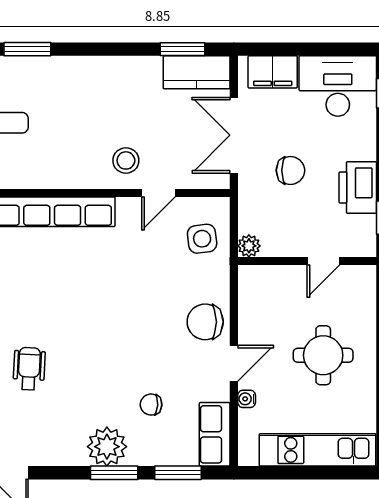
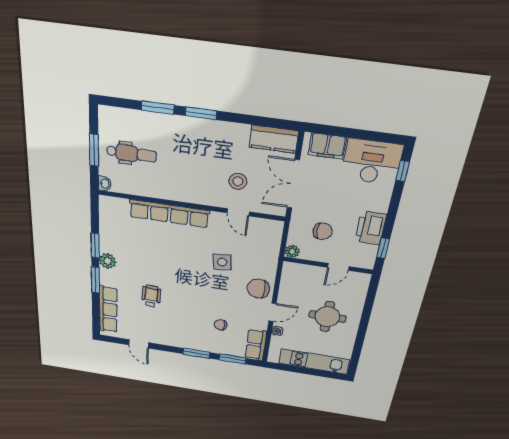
window: (182, 49) -> (201, 113), moved
stool: (126, 160) -> (238, 181), moved
chair: (291, 170) -> (323, 231), moved
door: (158, 193) -> (238, 212), hinge flipped
side table: (202, 239) -> (222, 262), moved
plant: (107, 447) -> (193, 341), removed

